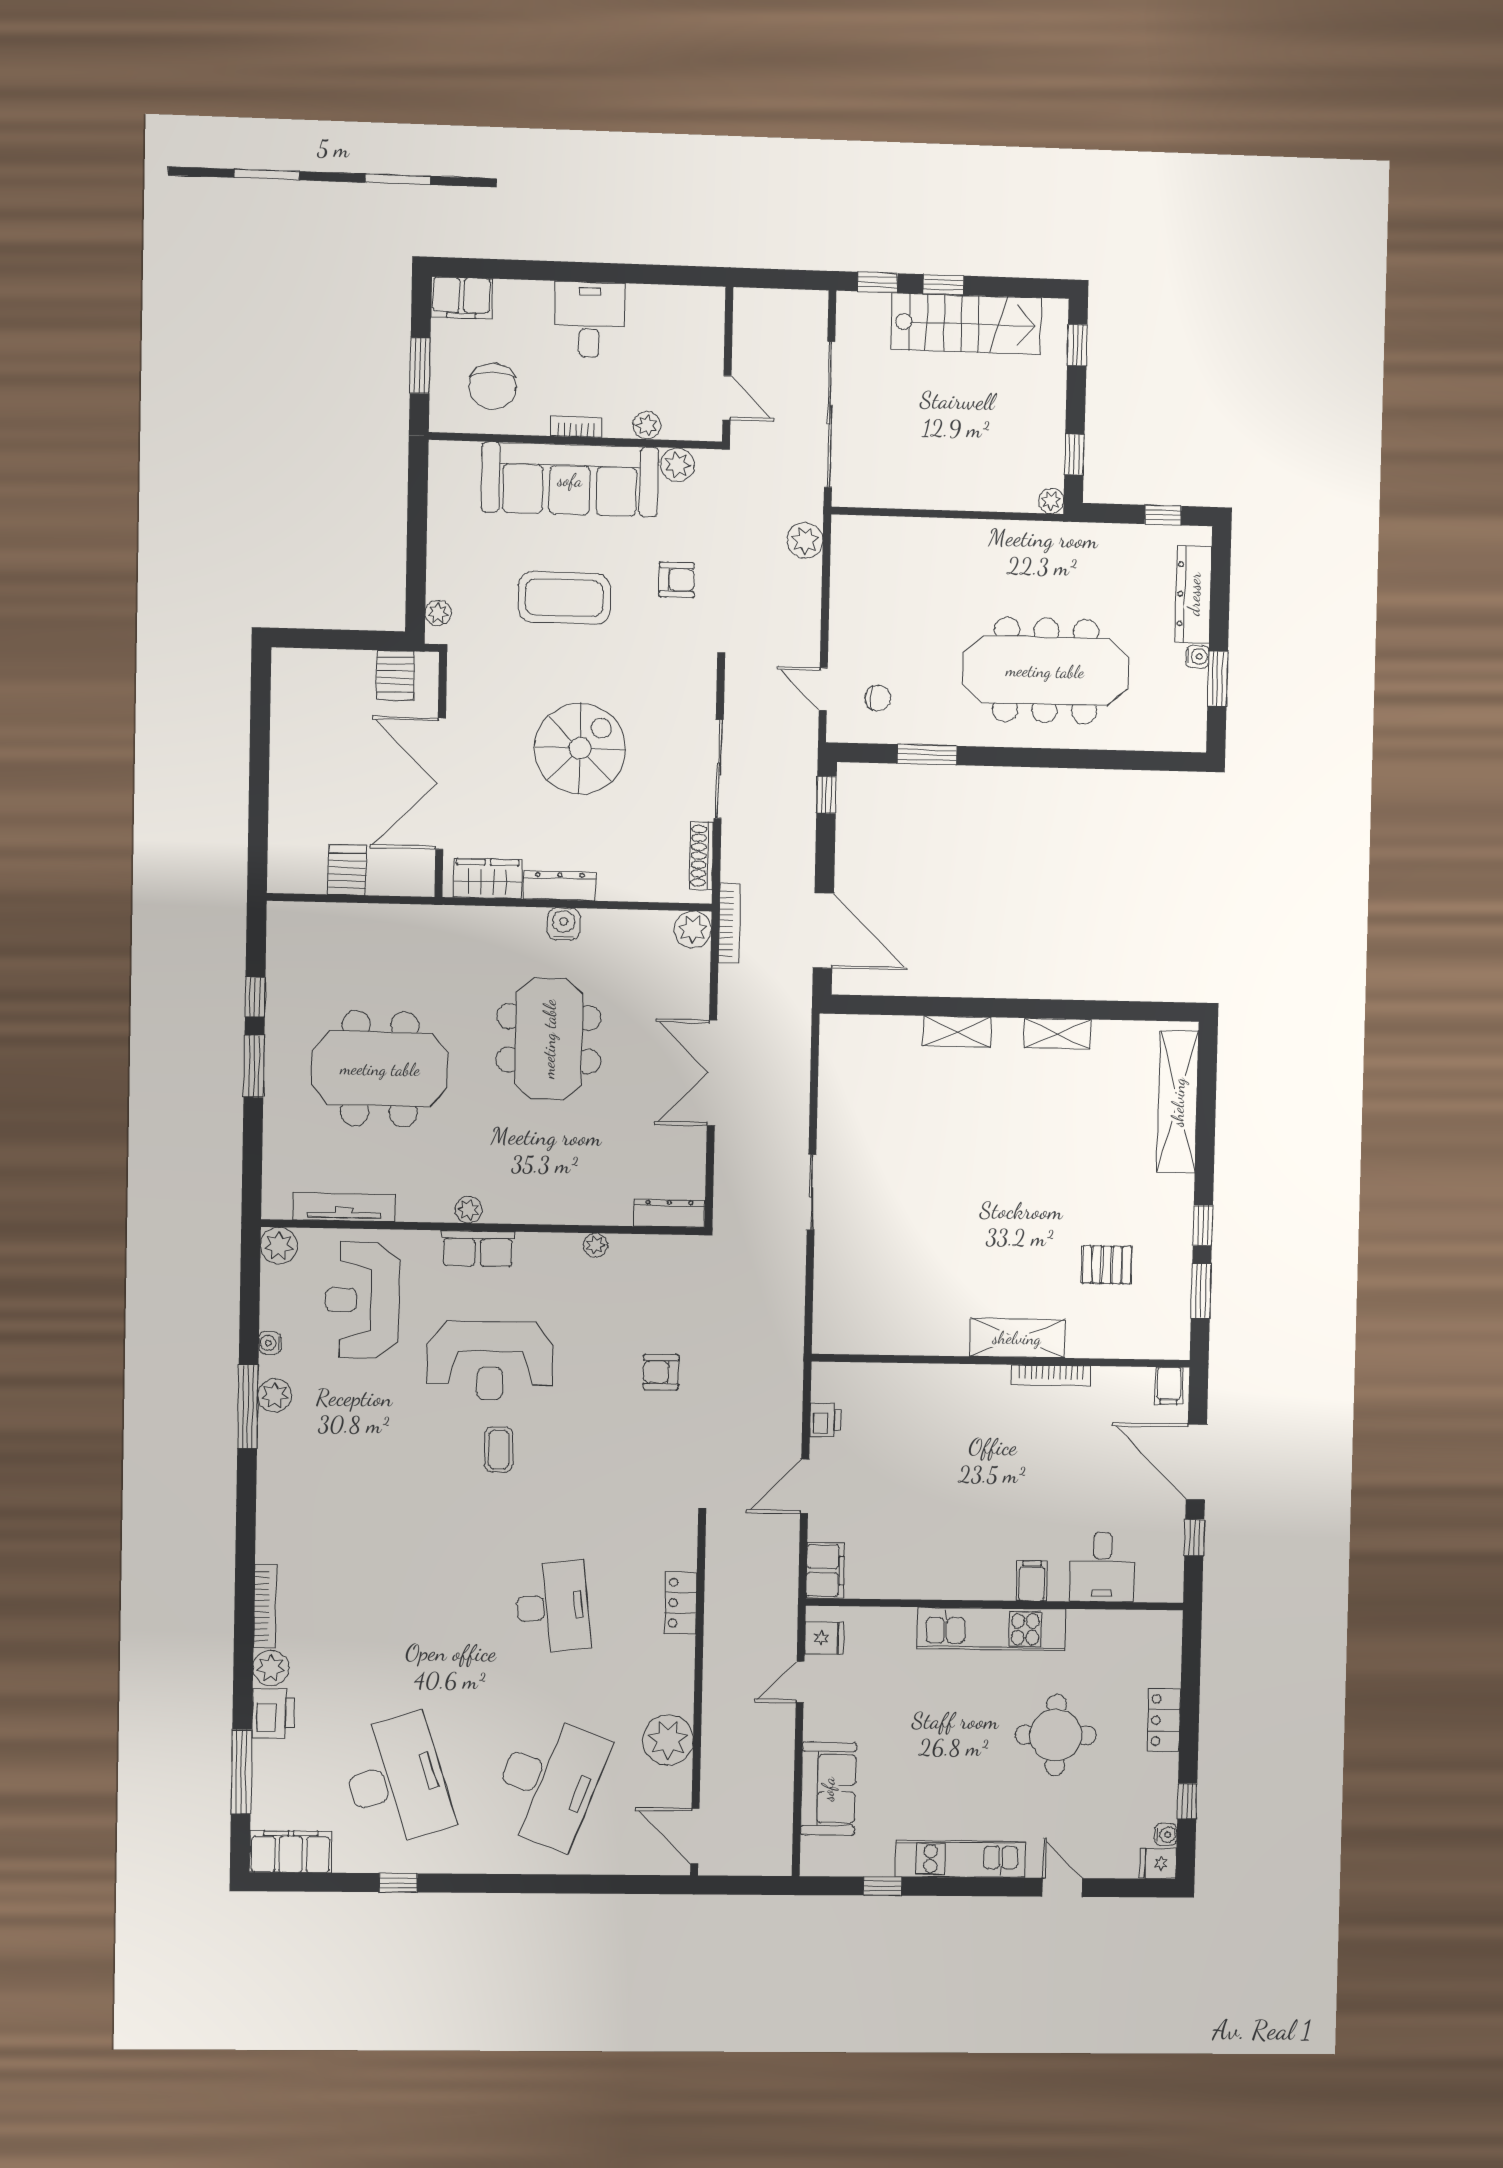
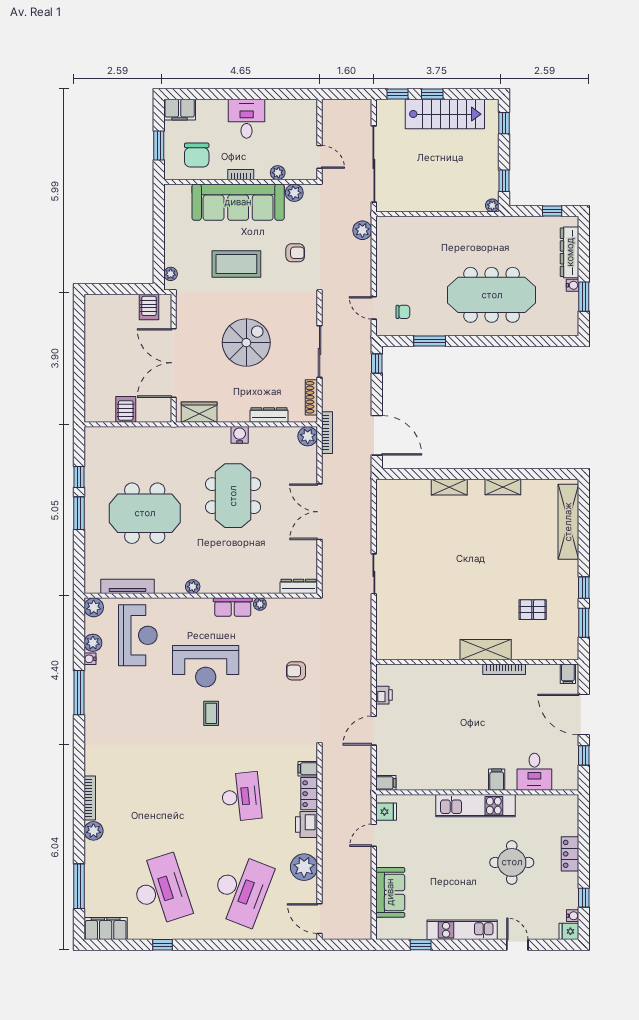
dresser: (560, 886) -> (269, 415), moved
row of seats: (478, 1249) -> (233, 607), moved
reception desk: (362, 1300) -> (138, 635), turned 180
plant: (275, 1395) -> (93, 643), moved
filing cabinet: (679, 1556) -> (308, 769), added
filing cabinet: (825, 1571) -> (386, 783), width x0.50
printer: (273, 1713) -> (307, 825), moved, turned 180

